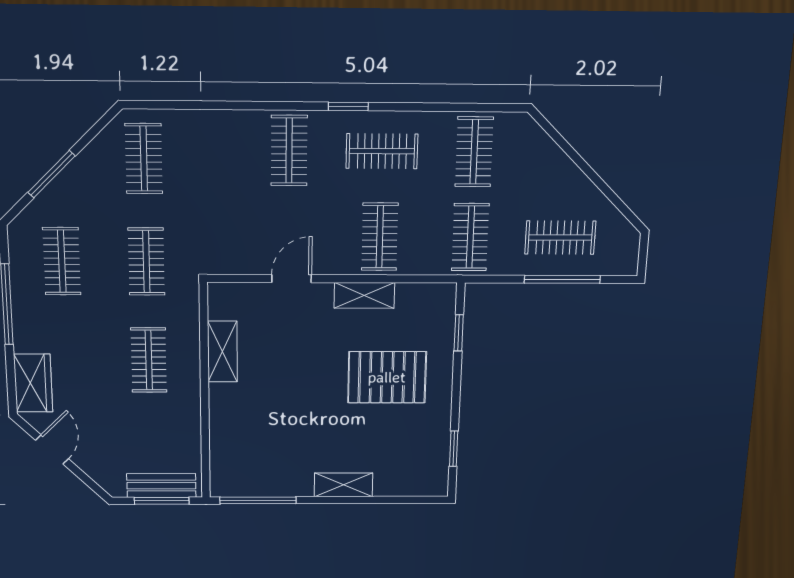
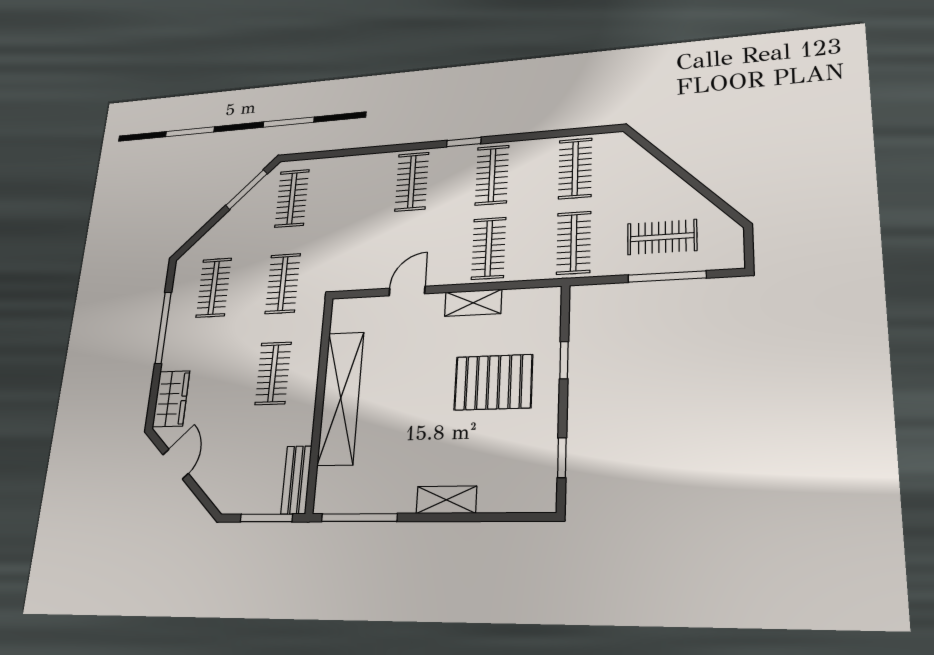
clothes rail: (382, 151) -> (492, 175), turned 90
window: (52, 174) -> (247, 190), moved
window: (459, 333) -> (564, 360), moved
shelving: (222, 352) -> (341, 398), width x2.20, depth x1.33
bench: (161, 486) -> (296, 480), moved, turned 90

